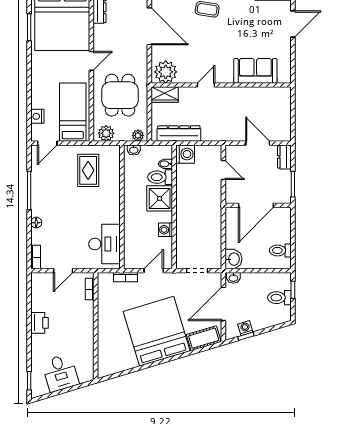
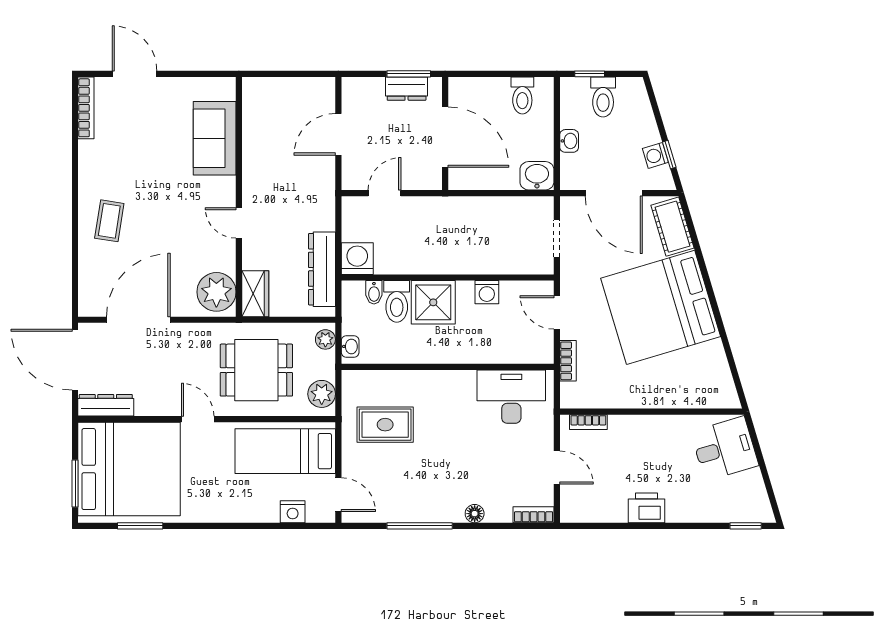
dresser: (284, 157) -> (407, 89), moved
washbasin: (233, 278) -> (569, 141), moved
desk: (60, 373) -> (725, 449), moved

